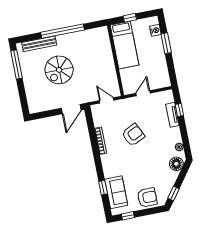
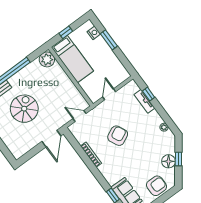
plant: (101, 35) -> (47, 59), added
spiral stairs: (59, 70) -> (24, 109), turned 180
floor lamp: (176, 164) -> (168, 161), moved
window: (173, 194) -> (178, 159), moved

